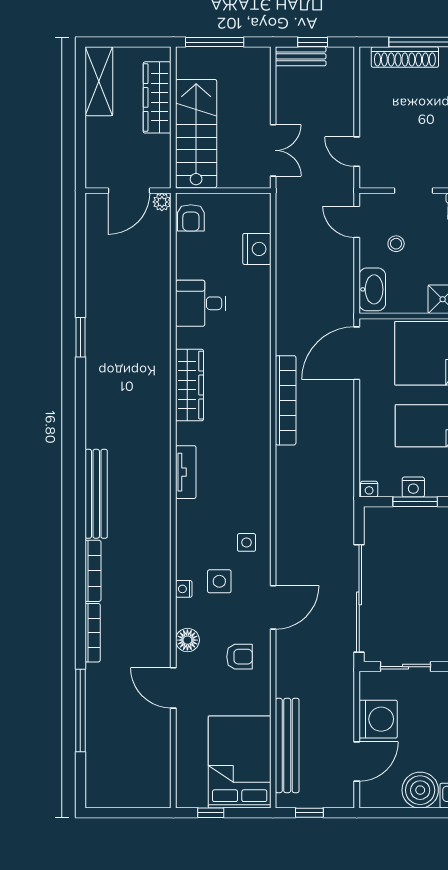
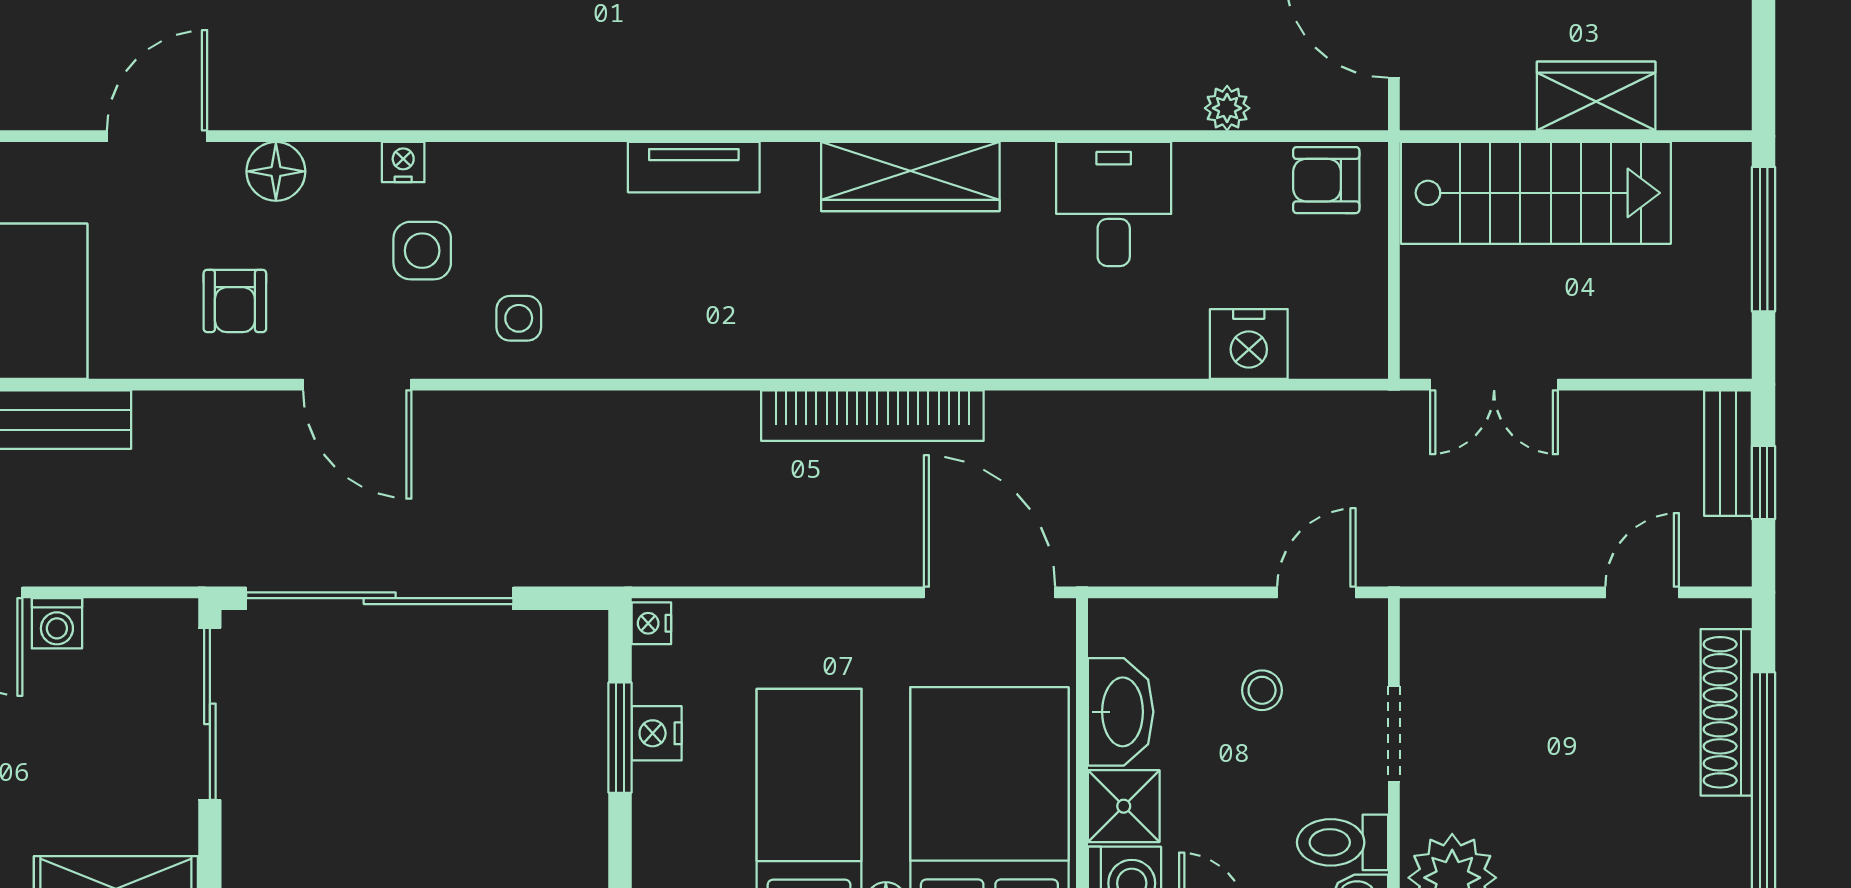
wardrobe: (157, 97) -> (1596, 96), width x0.67
door: (357, 152) -> (1642, 592), moved
plant: (162, 202) -> (1227, 108), moved
washbasin: (372, 289) -> (1121, 712), moved, turned -90
sliding door: (406, 667) -> (210, 714), width x1.37
washing machine: (378, 719) -> (57, 623), width x0.53, depth x0.53

